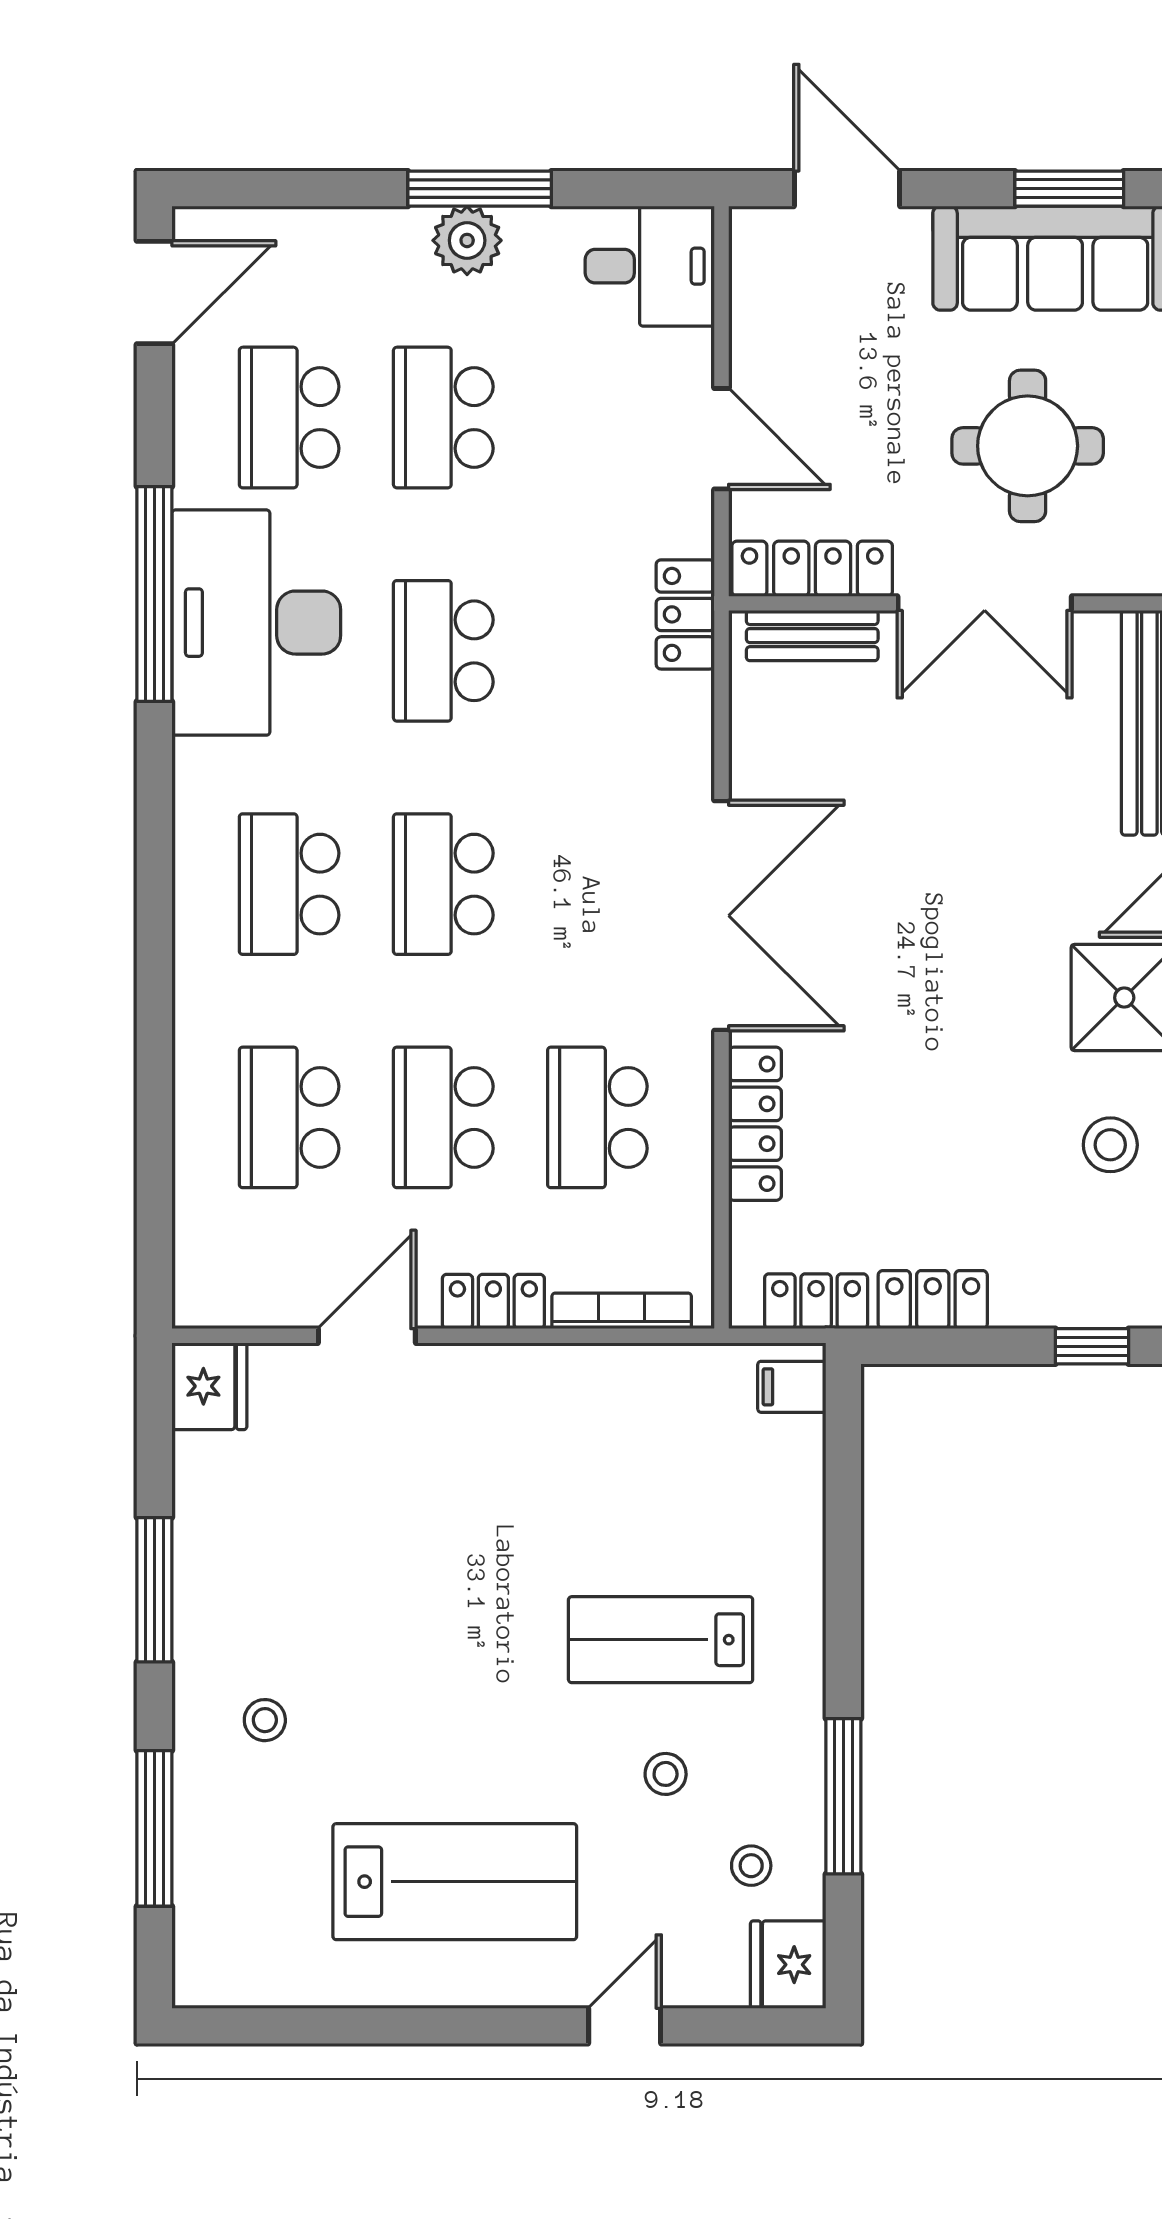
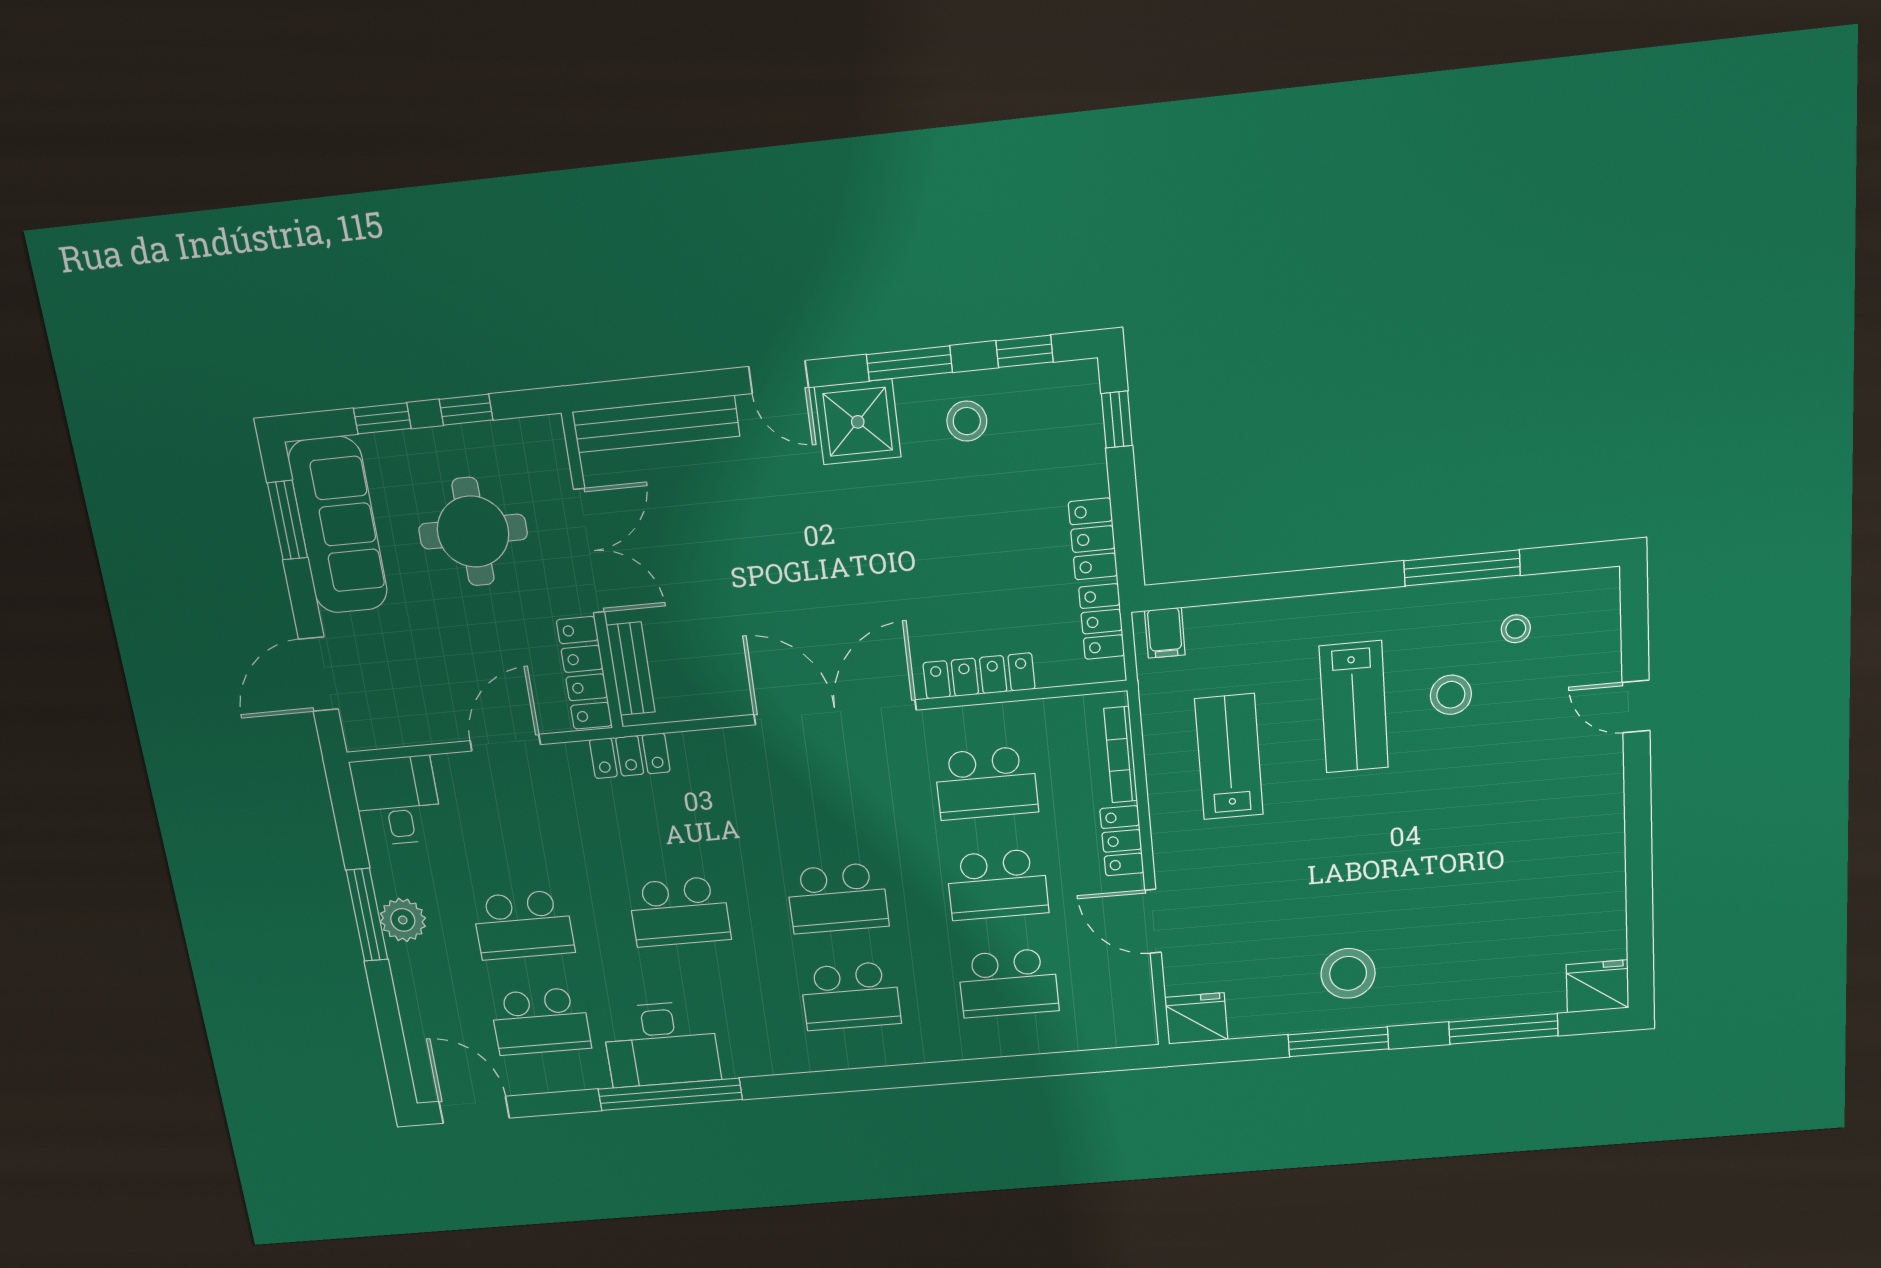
desk: (256, 623) -> (661, 1044), width x0.73, depth x0.77
stool: (265, 1720) -> (1348, 973), moved, width x1.89, depth x1.89
stool: (666, 1774) -> (1451, 695), width x1.37, depth x1.37
lab bench: (455, 1882) -> (1229, 757), moved, width x0.73, depth x0.72
fridge: (788, 1965) -> (1598, 986), moved, turned 180

